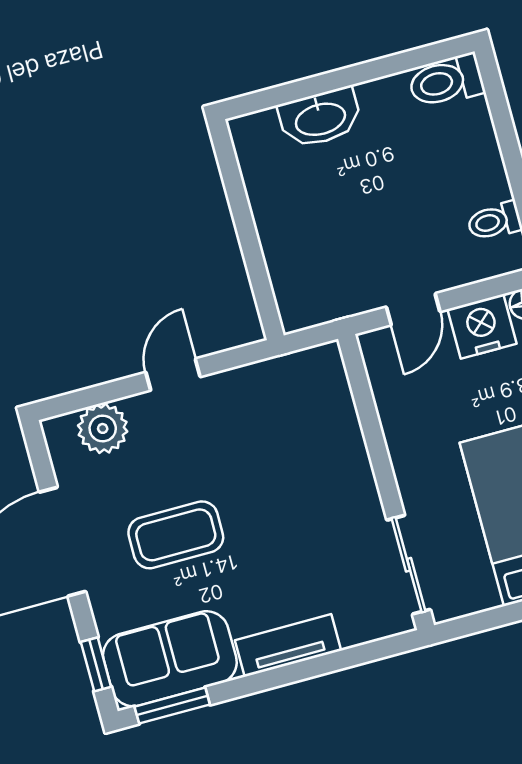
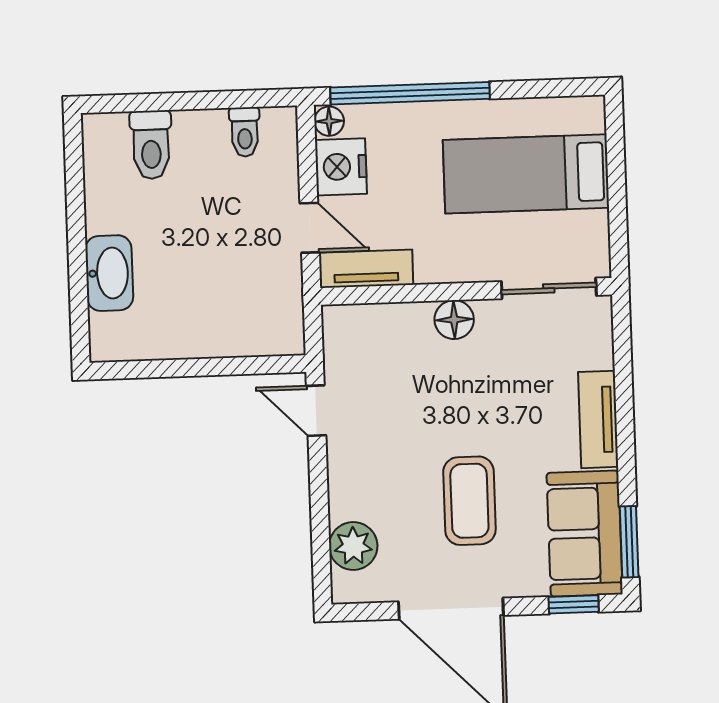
toilet: (446, 81) -> (151, 145), moved
door: (173, 375) -> (316, 411), moved
tv unit: (385, 376) -> (366, 269), added
floor lamp: (355, 477) -> (454, 320), added

